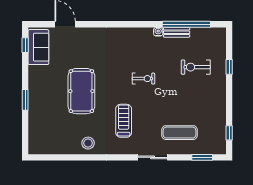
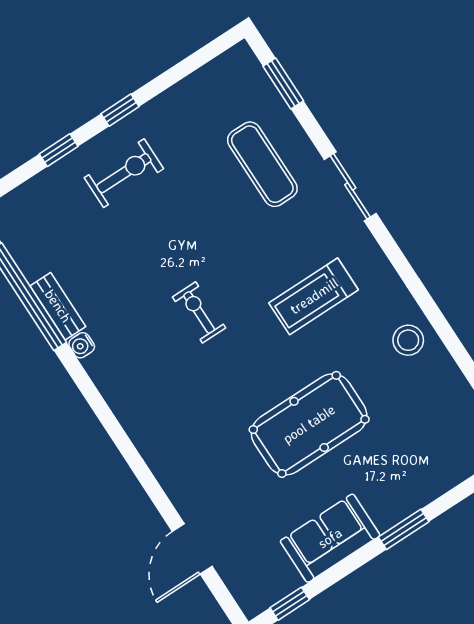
sofa: (38, 47) -> (330, 538), moved
exercise bike: (196, 67) -> (124, 173), moved, turned -90
window: (229, 133) -> (120, 110), moved

